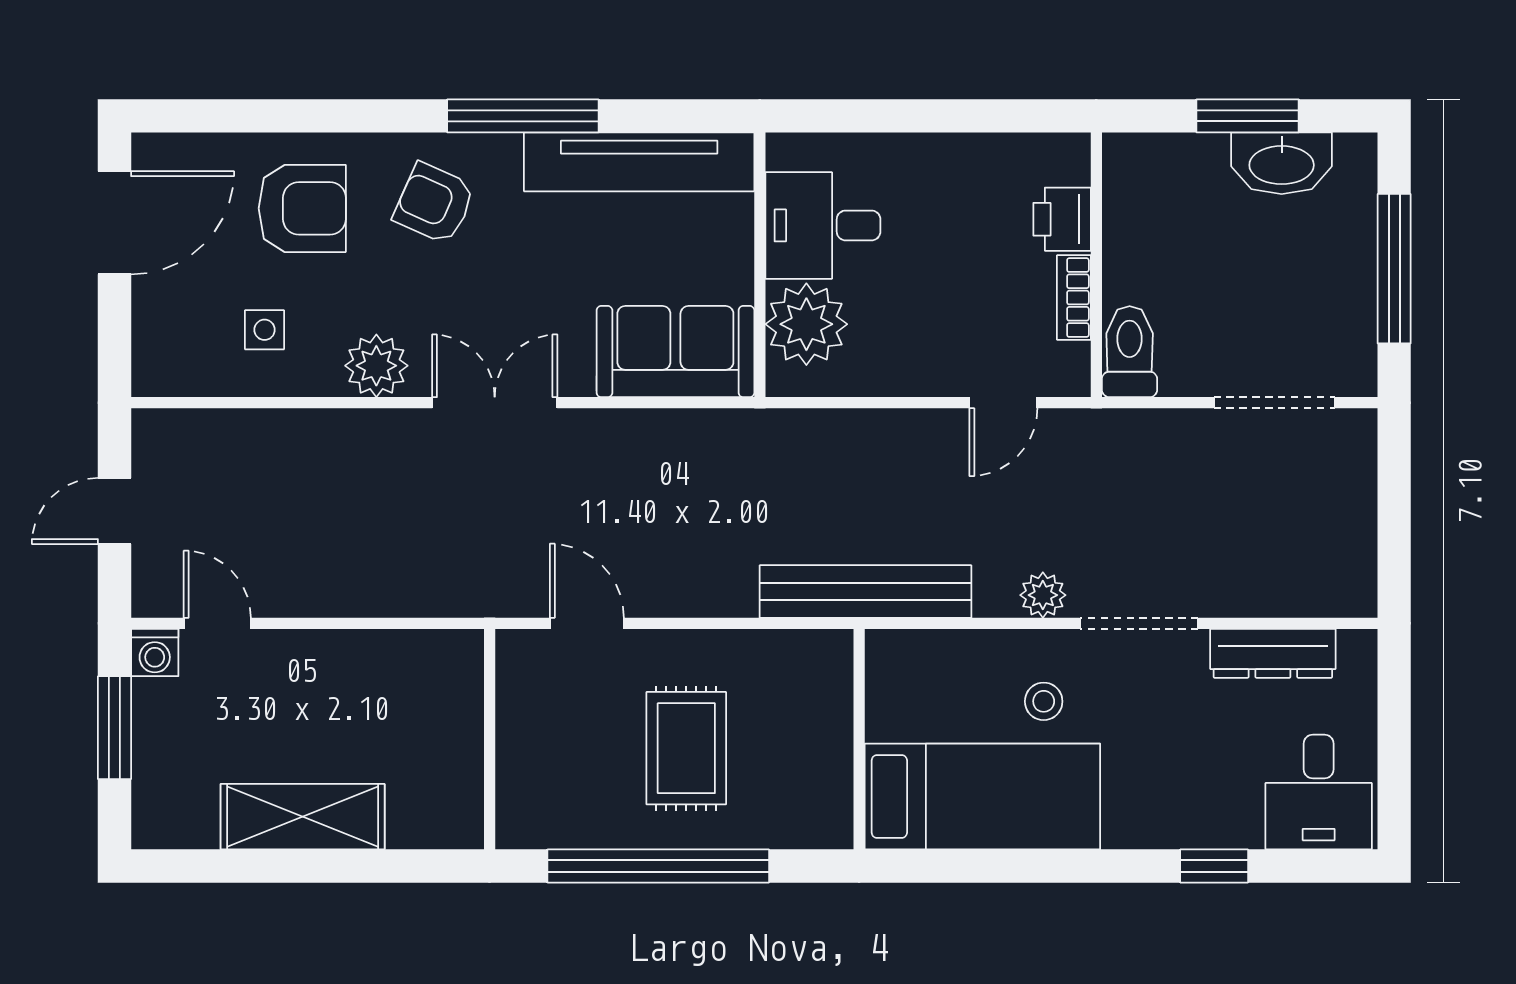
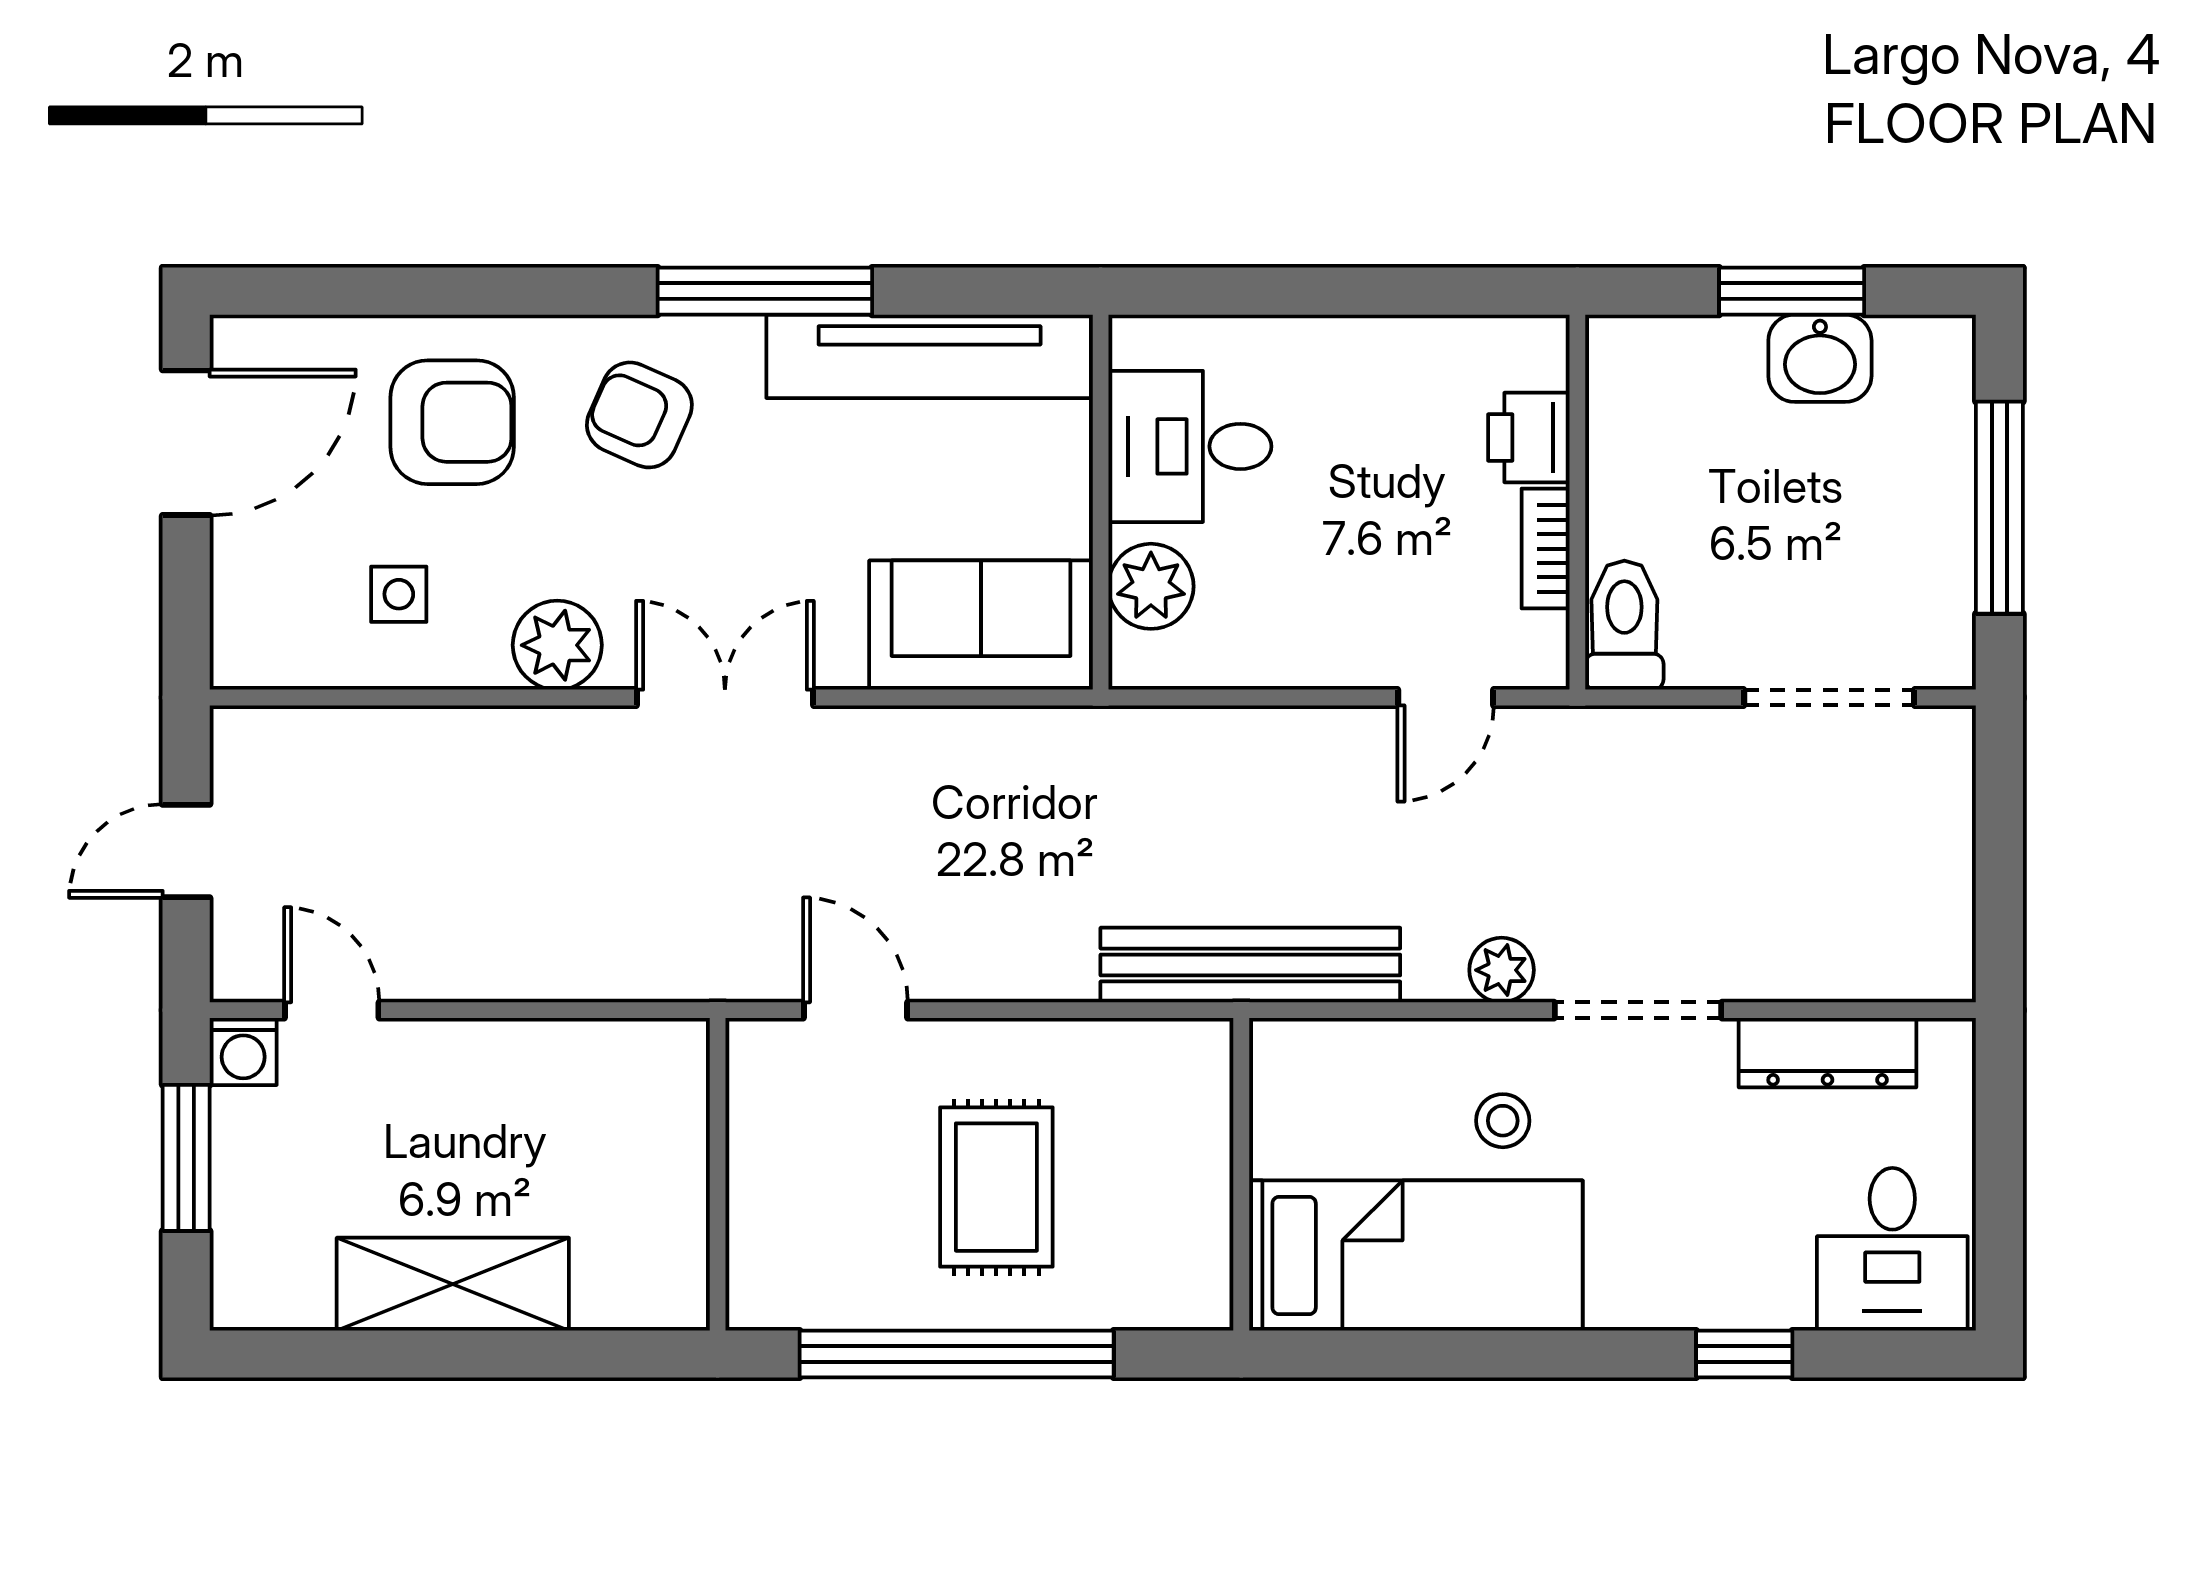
washbasin: (1282, 163) -> (1820, 358), width x0.72
plant: (806, 324) -> (1151, 586), width x0.73, depth x0.73

